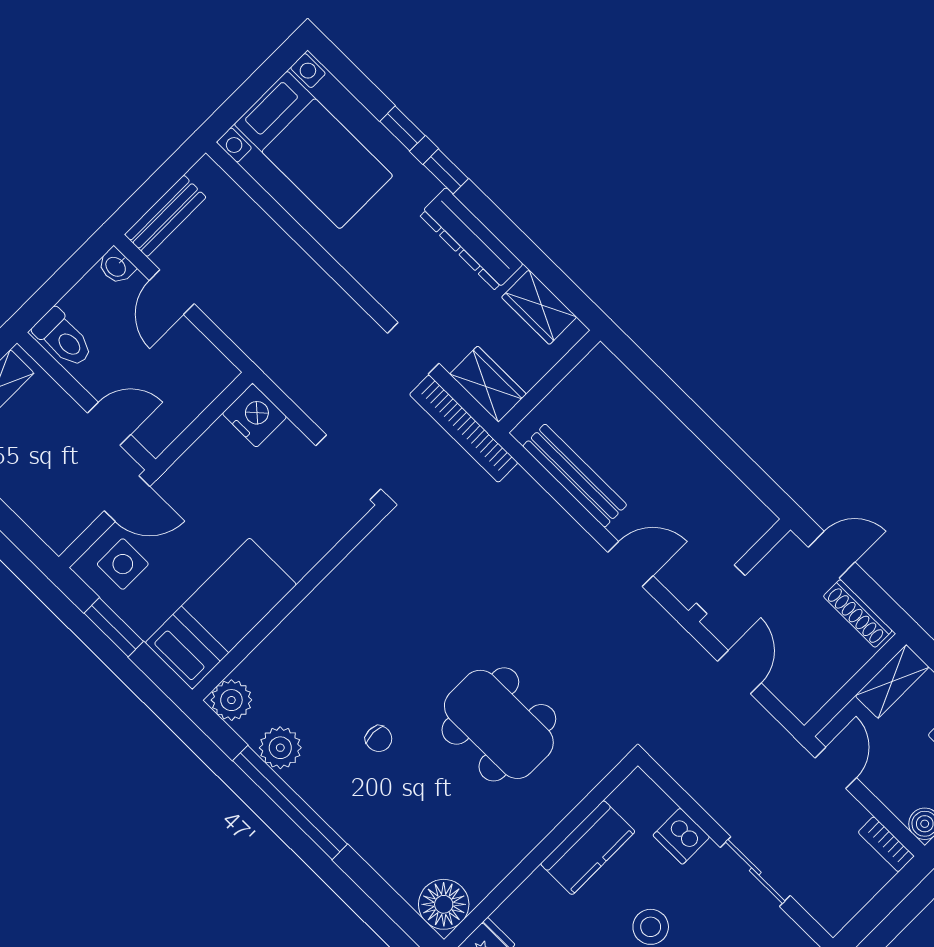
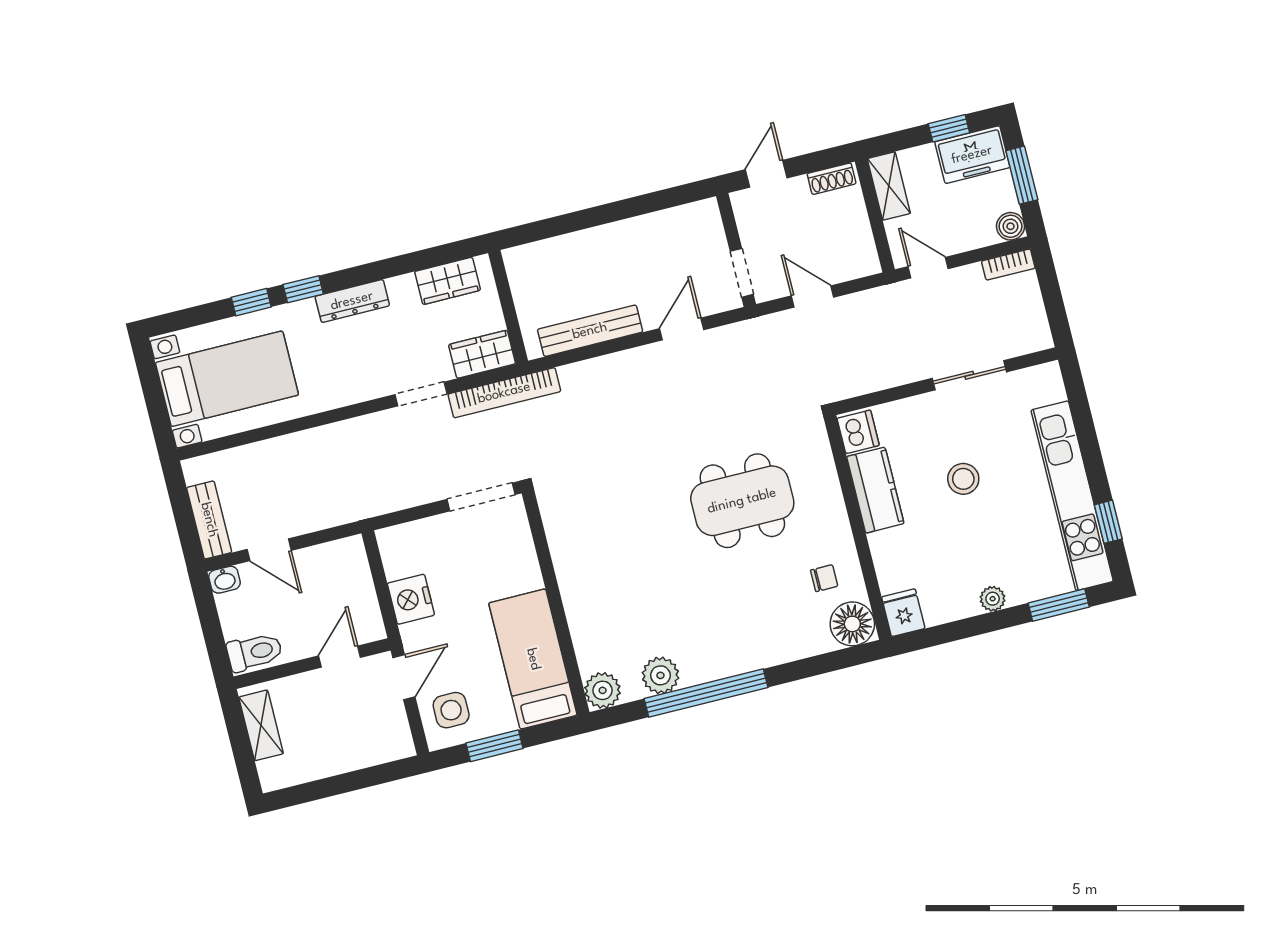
dresser: (471, 239) -> (352, 301), width x0.73, depth x0.80
nightstand: (254, 415) -> (411, 599), moved, turned -90
shoe rack: (858, 613) -> (832, 179), width x0.70
chair: (379, 739) -> (824, 578), moved
dishwasher: (681, 836) -> (858, 432), moved, turned -90

